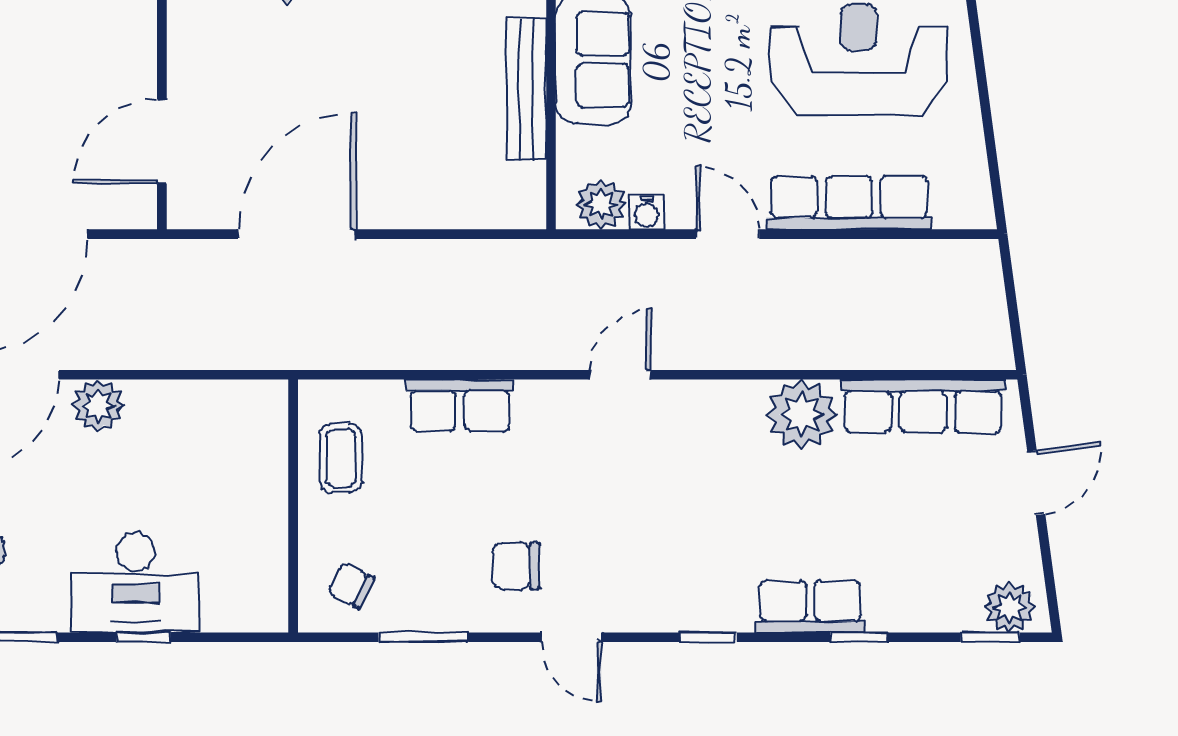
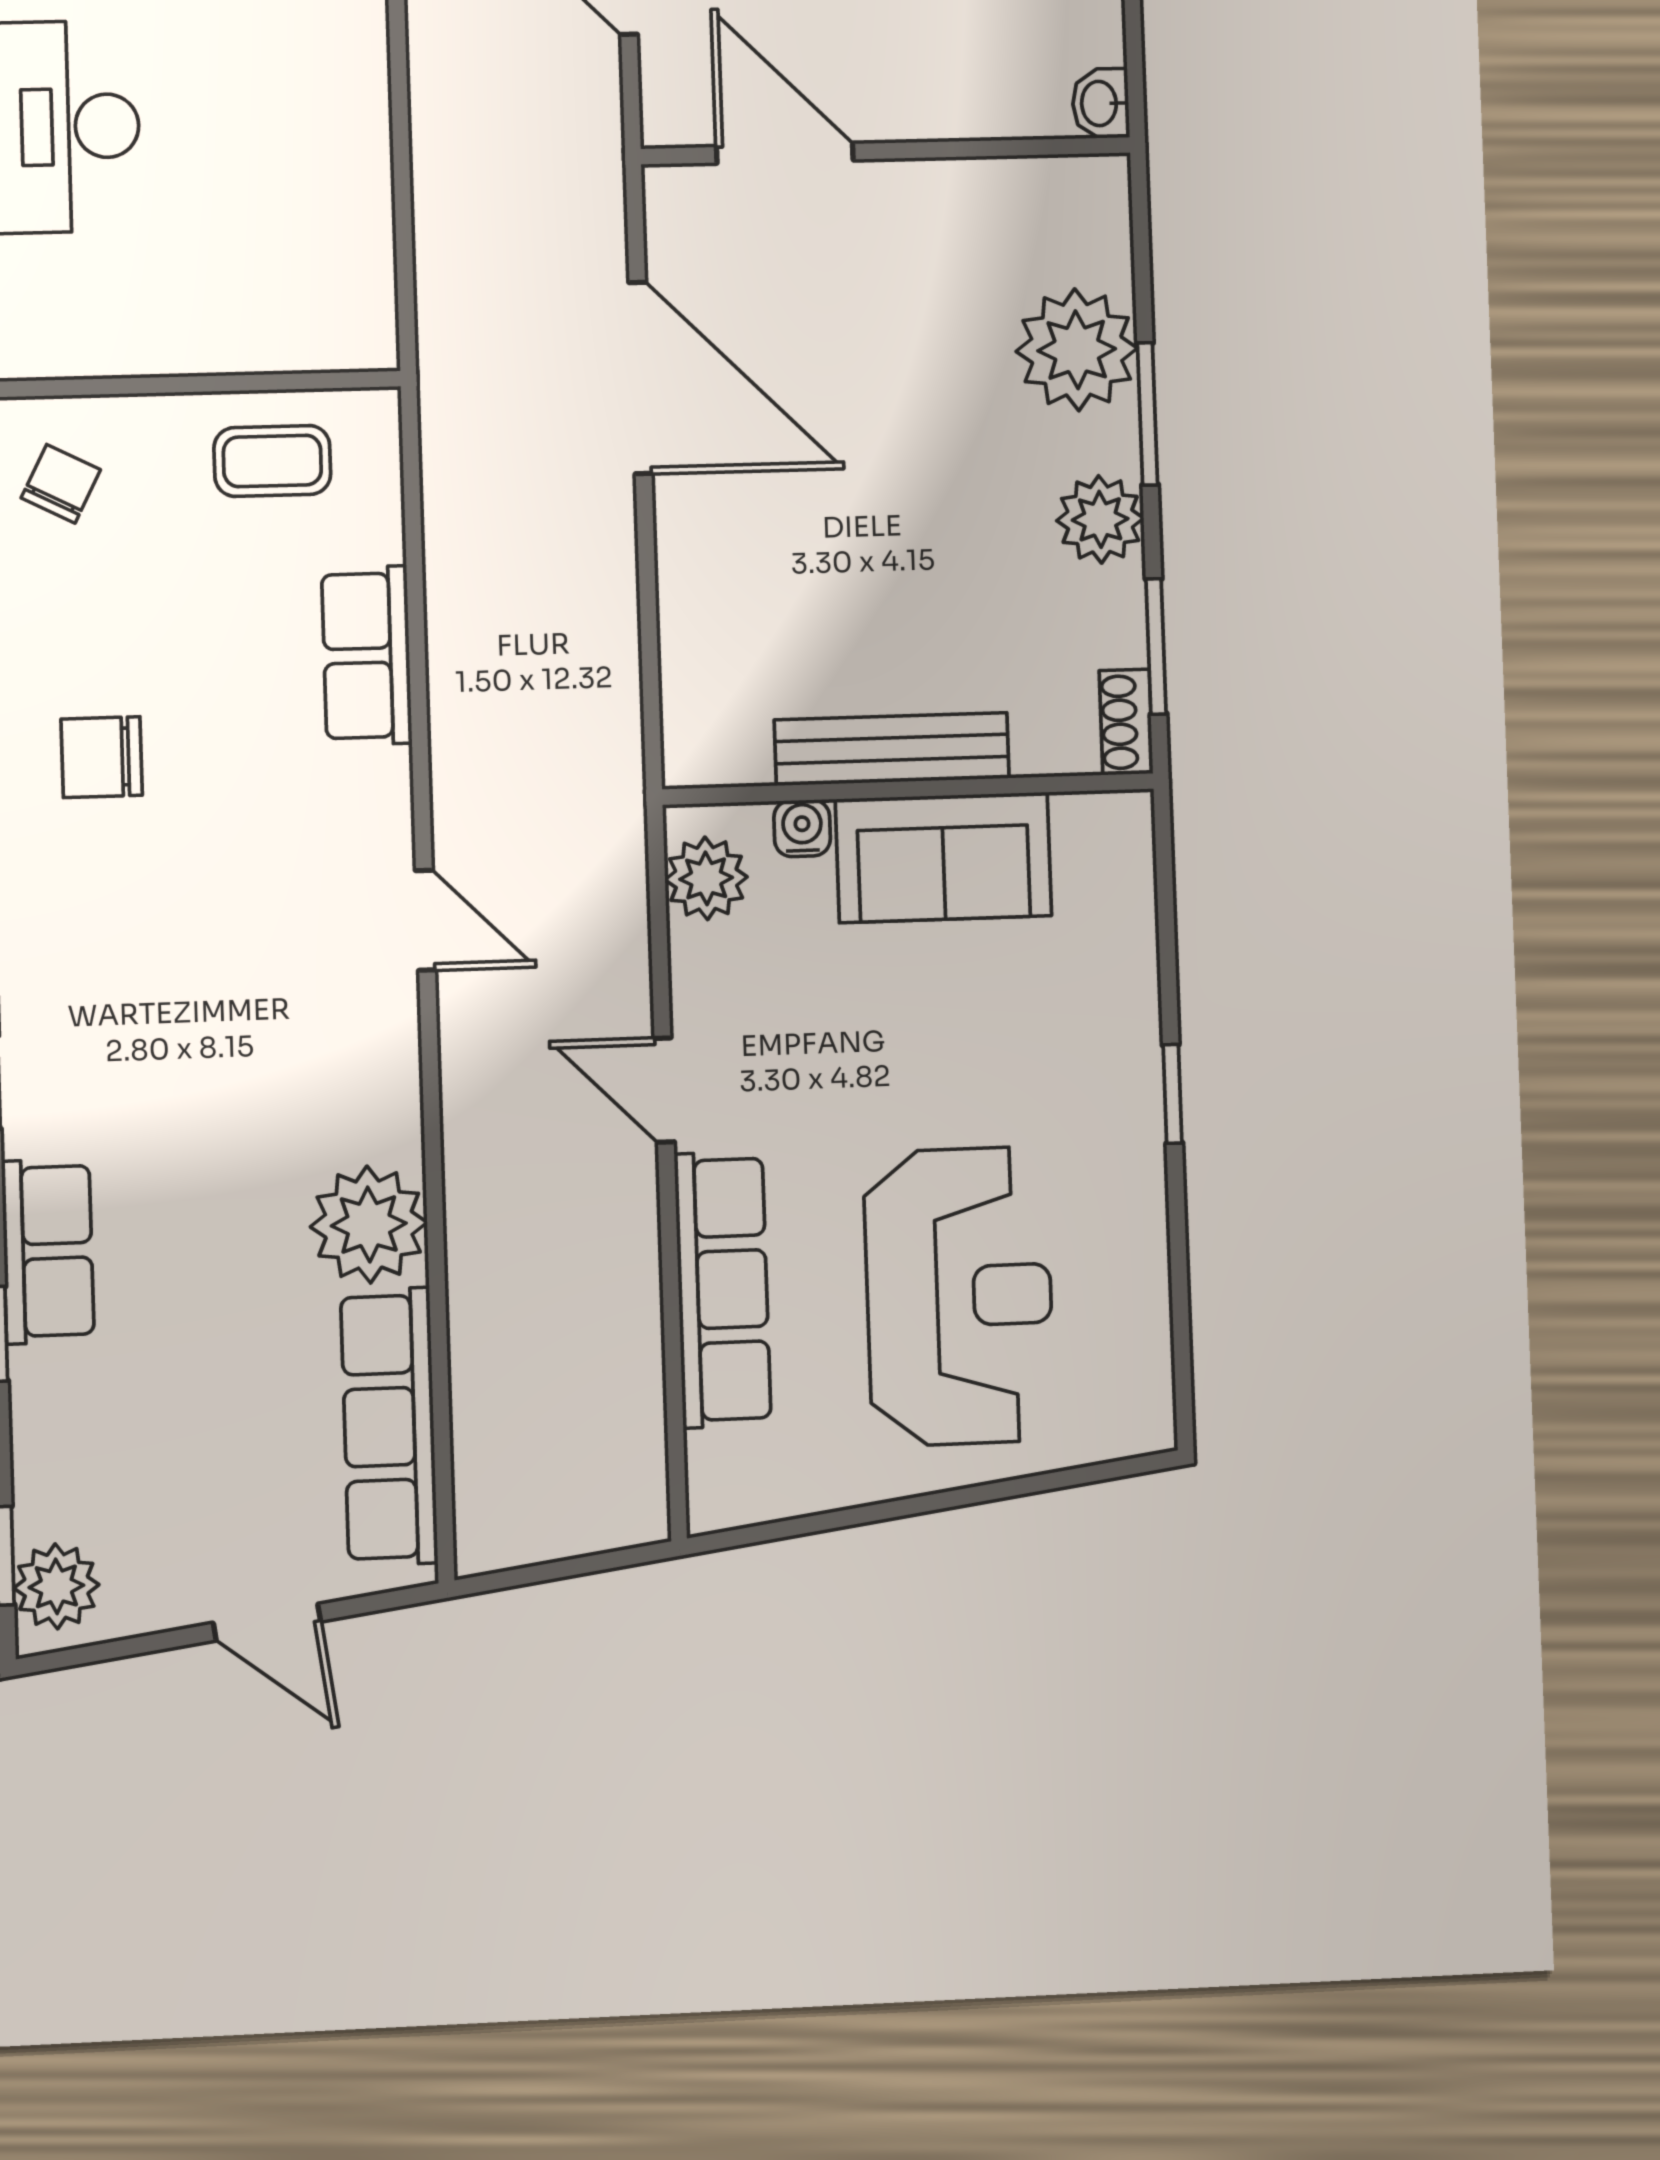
water cooler: (647, 213) -> (802, 828), moved, turned 90
door: (728, 234) -> (664, 1090), swing flipped
plant: (98, 406) -> (347, 59), removed
chair: (516, 566) -> (102, 757), turned -90

